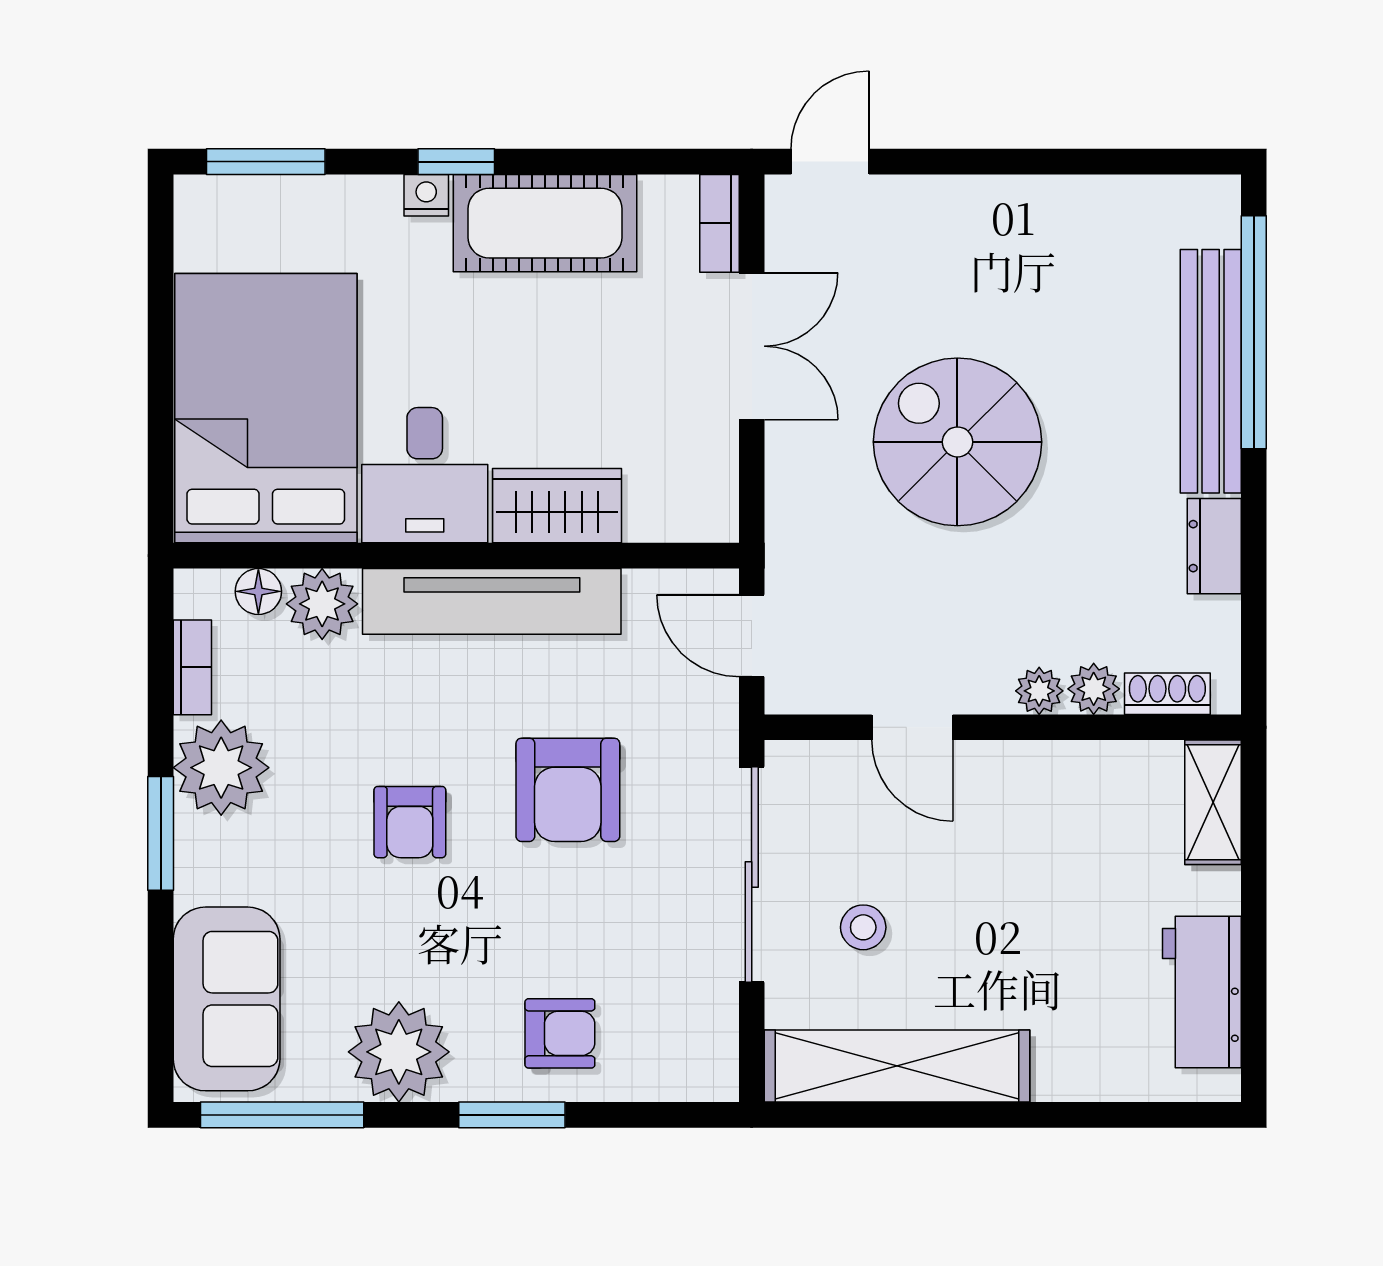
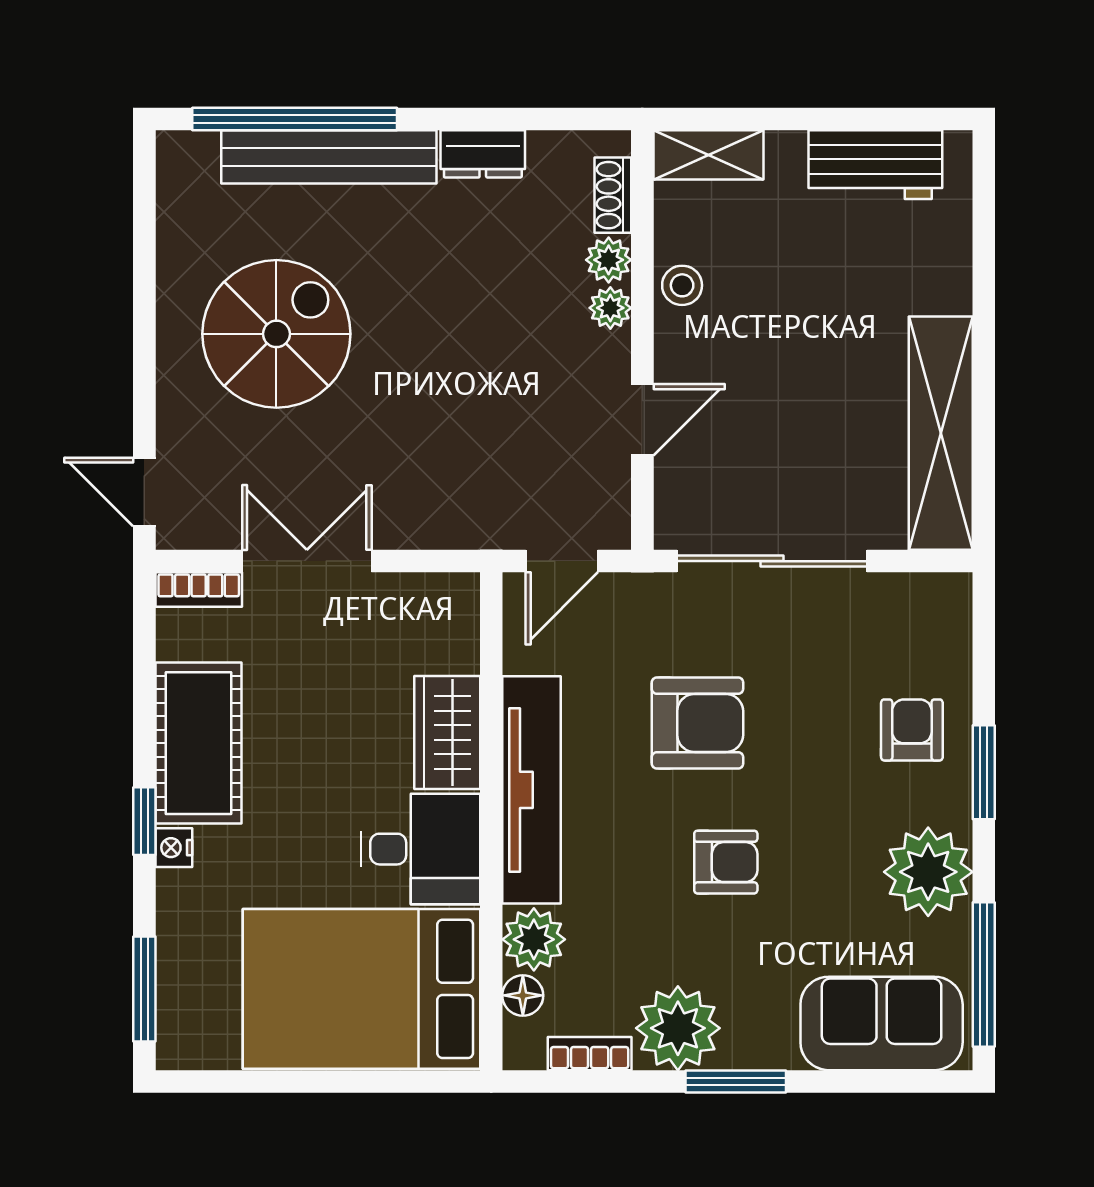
spiral stairs: (957, 442) -> (276, 334), moved, turned 180
stool: (863, 927) -> (682, 285), moved

